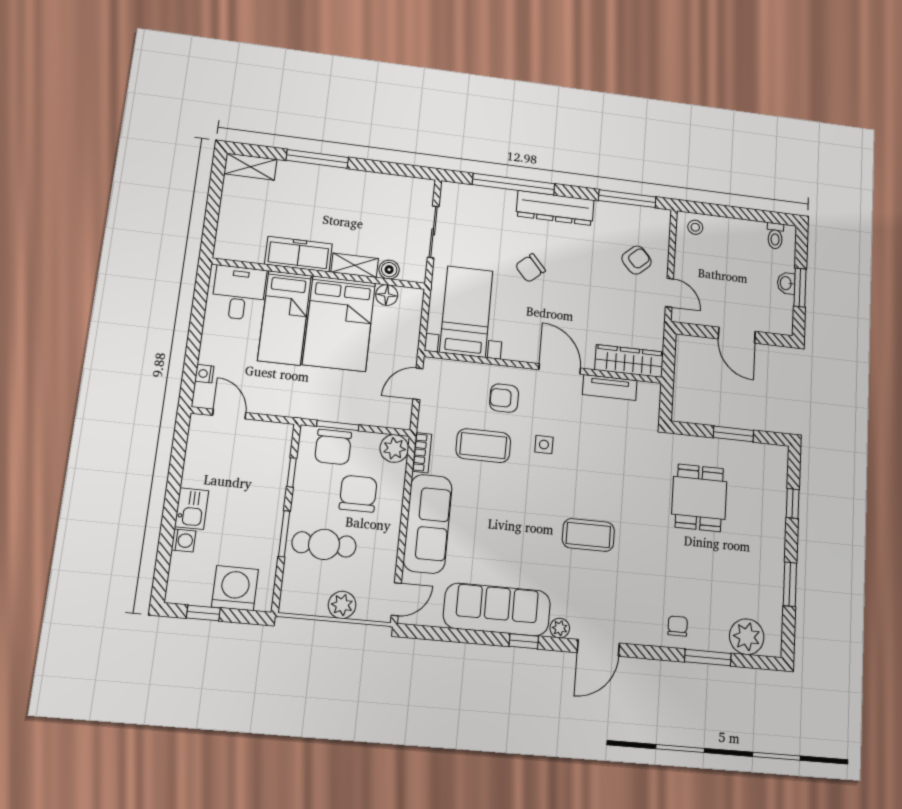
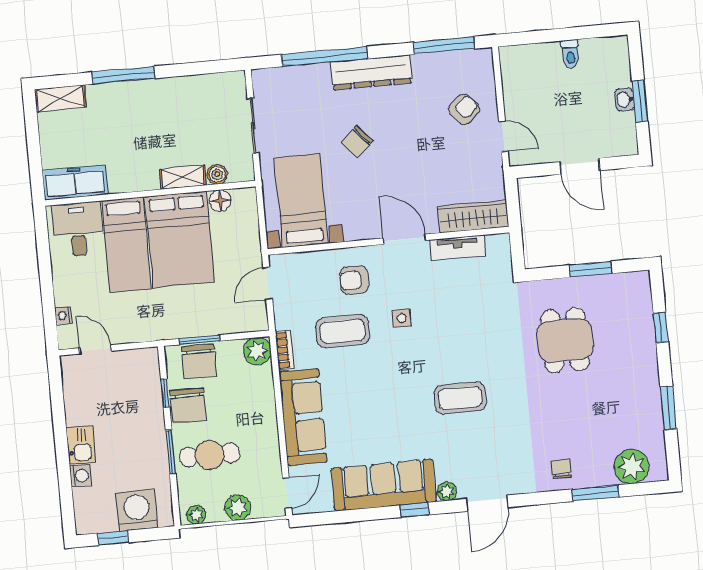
stool: (695, 227) -> (520, 60), removed
toilet: (775, 236) -> (570, 54), moved
freezer: (299, 254) -> (75, 183), moved
chair: (358, 494) -> (188, 406), moved, turned 180
plant: (297, 604) -> (196, 515), added

